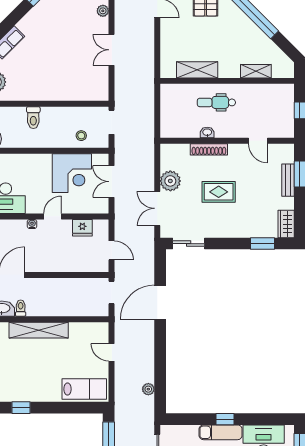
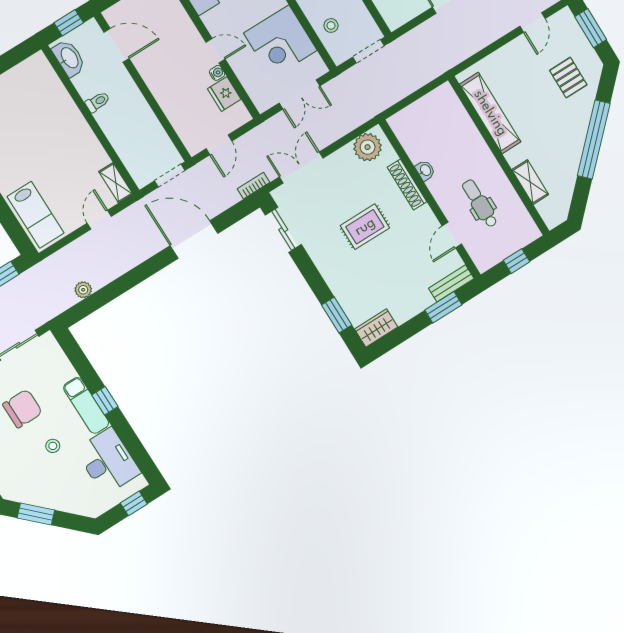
shelving: (197, 70) -> (490, 113), width x1.47
dental chair: (216, 102) -> (480, 203), moved
bench: (288, 180) -> (451, 283), moved
plant: (170, 181) -> (368, 147), moved
double door: (112, 182) -> (299, 94), swing flipped
rug: (219, 192) -> (365, 227), turned 90
water cooler: (32, 224) -> (217, 73), moved
bookcase: (150, 245) -> (253, 186), added
toilet: (21, 308) -> (98, 102), moved
shelving: (39, 330) -> (116, 183), moved, width x0.45, depth x0.75

